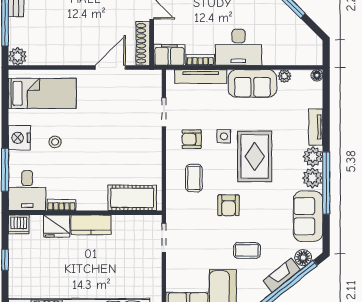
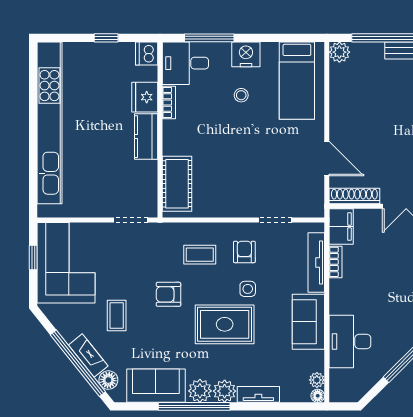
desk: (239, 47) -> (350, 342), moved
plant: (285, 76) -> (317, 380), moved

